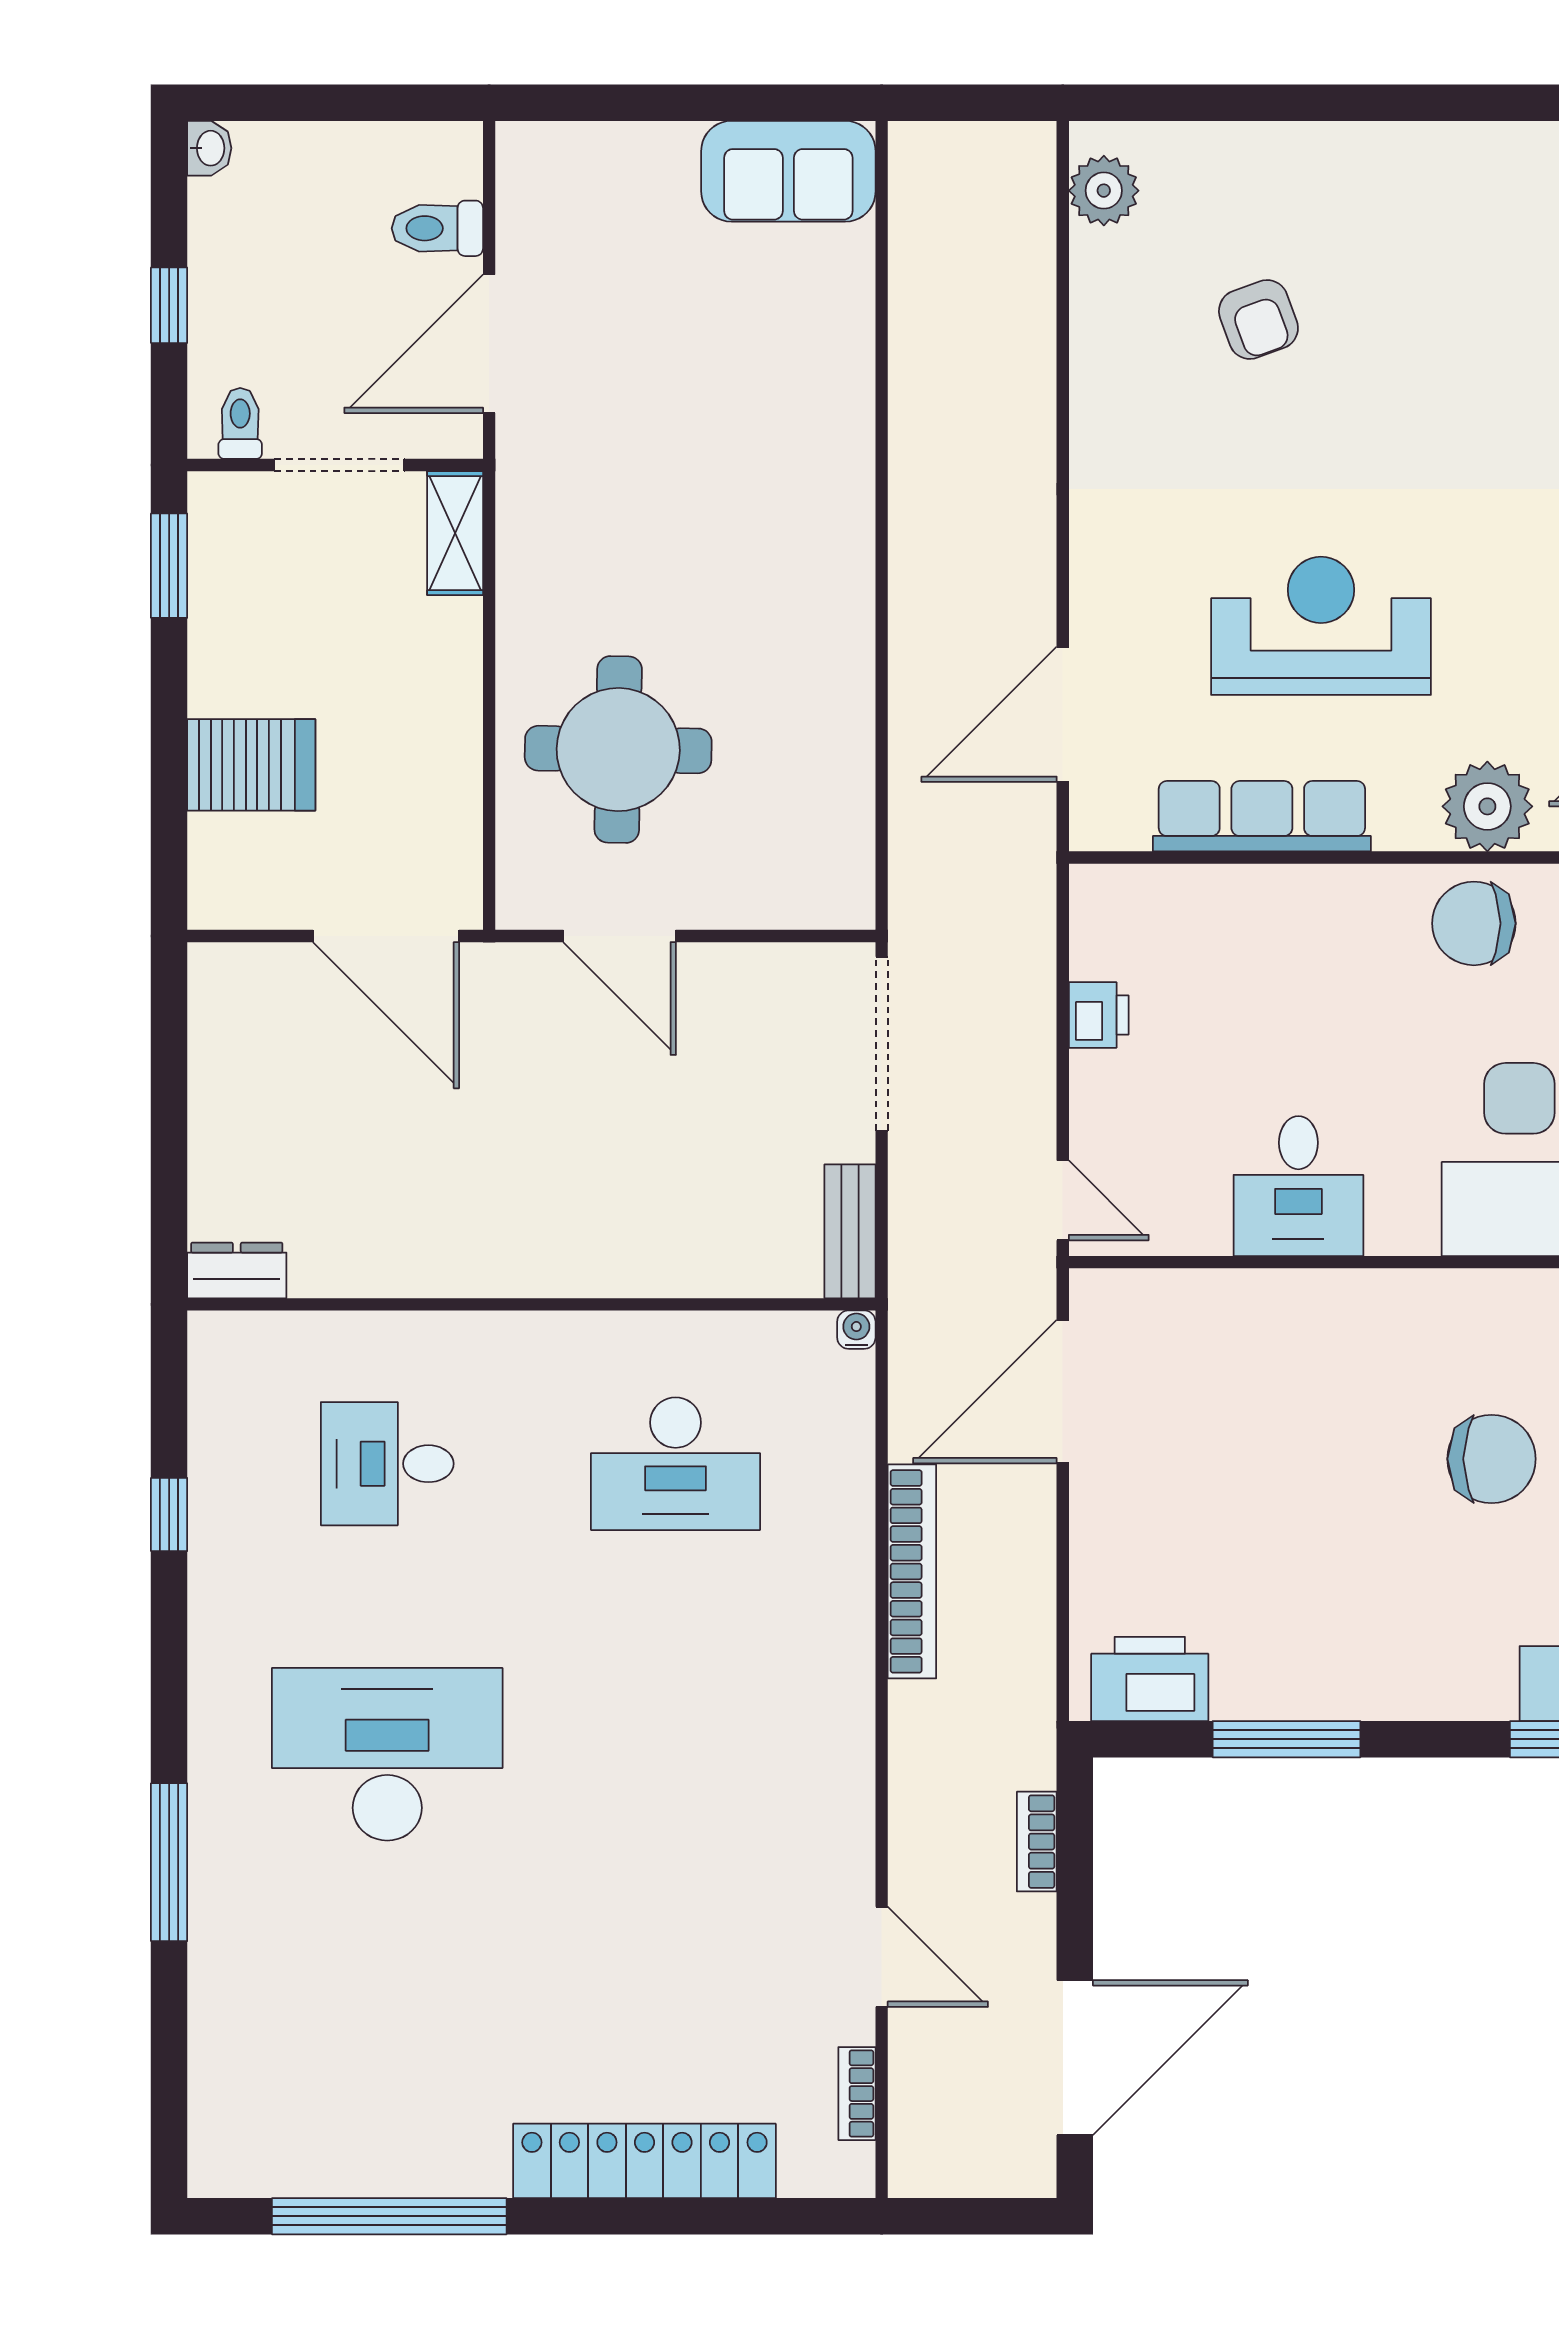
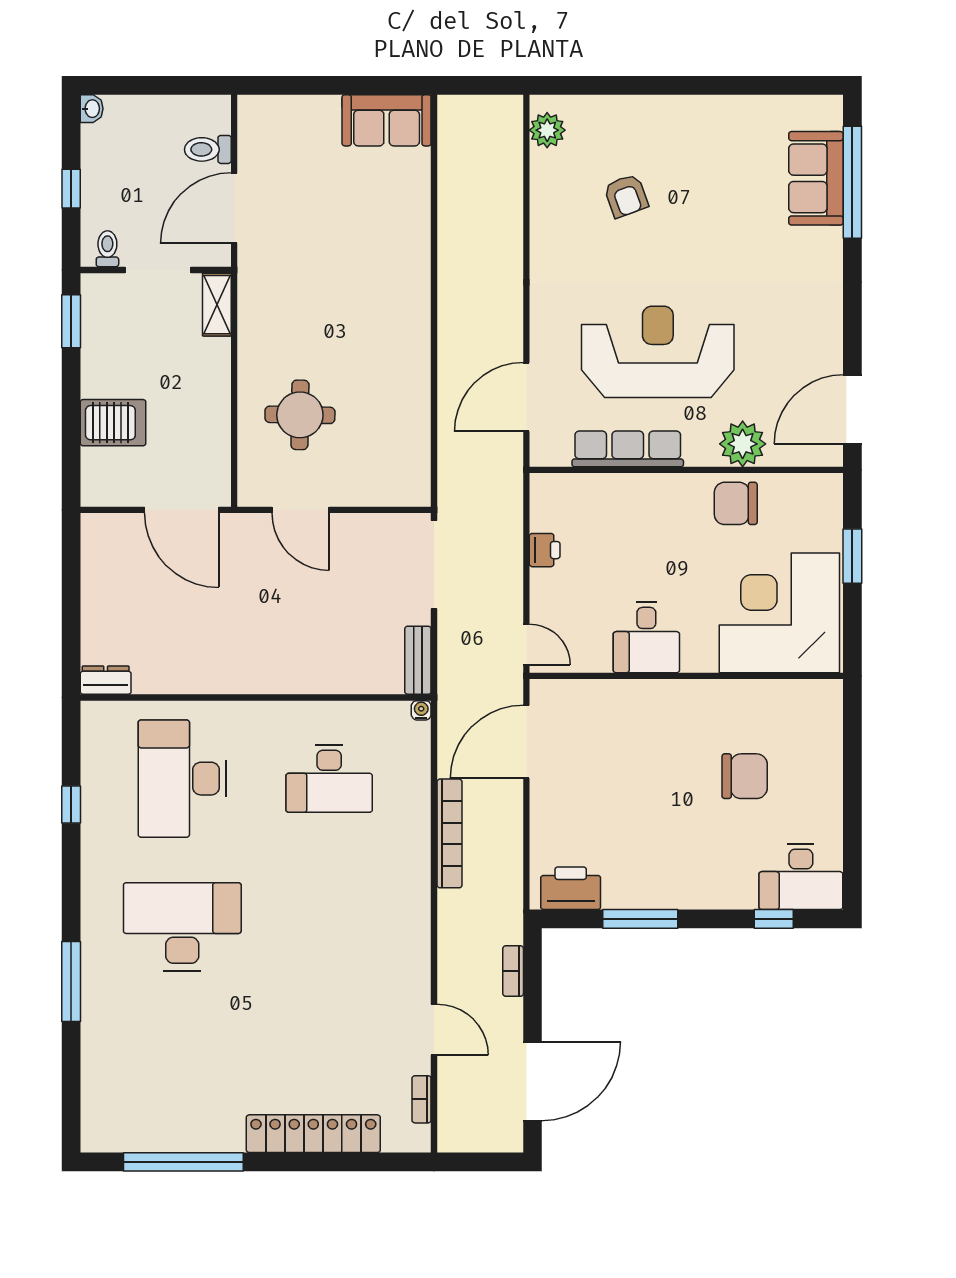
reception desk: (1321, 626) -> (658, 352), width x1.36, depth x1.30
round table: (618, 750) -> (300, 415), width x0.73, depth x0.73
desk: (387, 1464) -> (182, 779), width x1.87, depth x1.30

